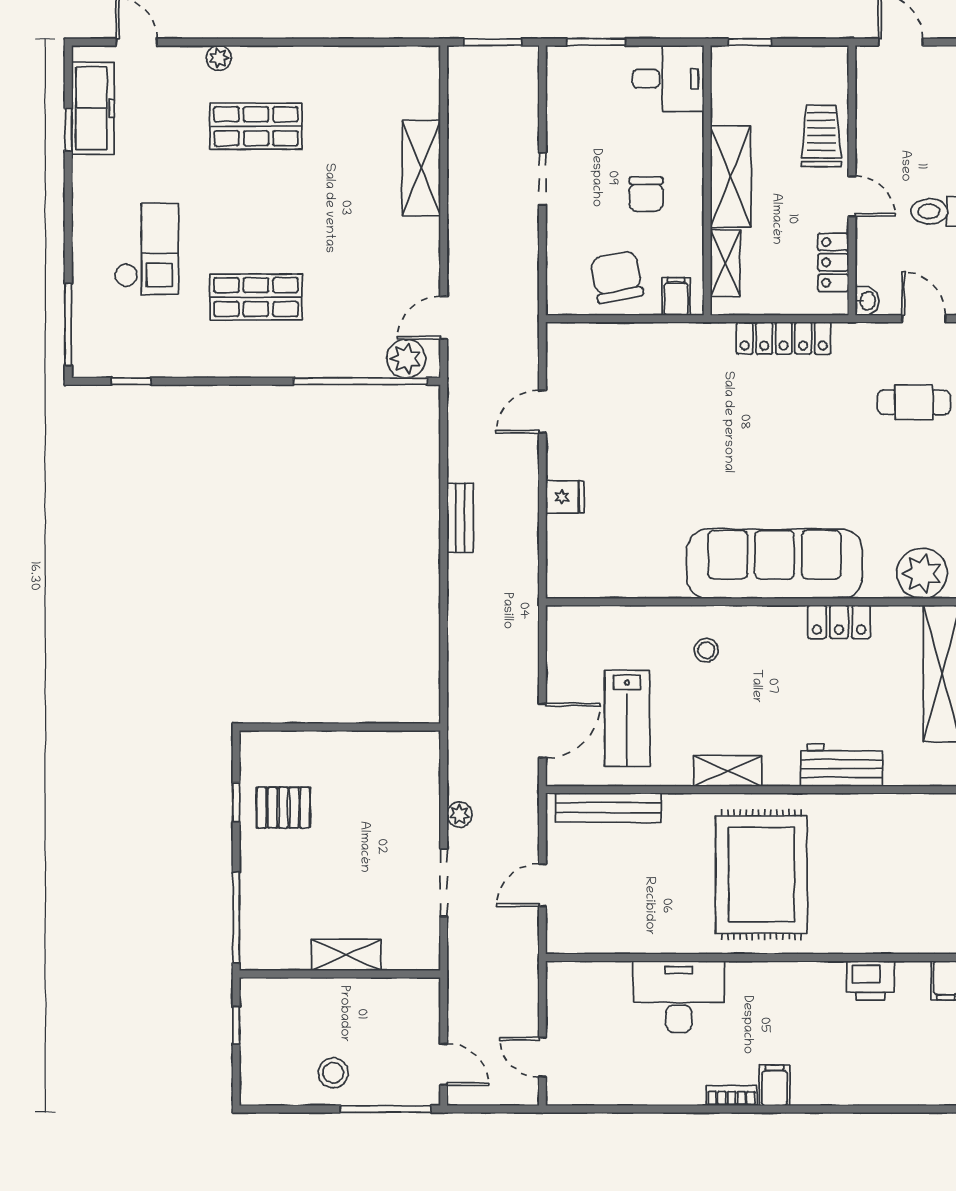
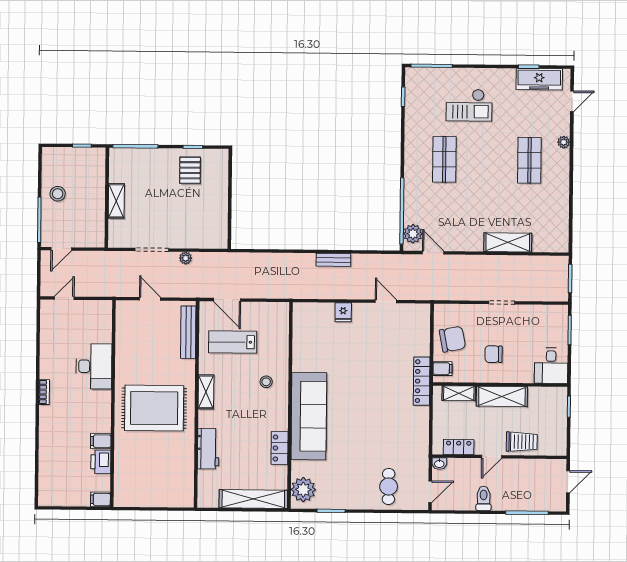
locker: (784, 338) -> (422, 381), moved
filing cabinet: (775, 1085) -> (101, 441), moved, turned 180

